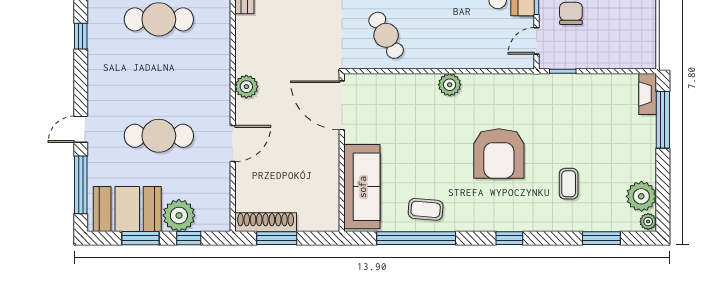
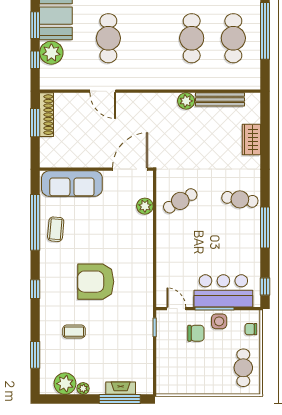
plant: (450, 85) -> (145, 206), moved
plant: (246, 87) -> (186, 101), moved
fireplace: (648, 94) -> (121, 388), moved
plant: (648, 222) -> (83, 388), moved

